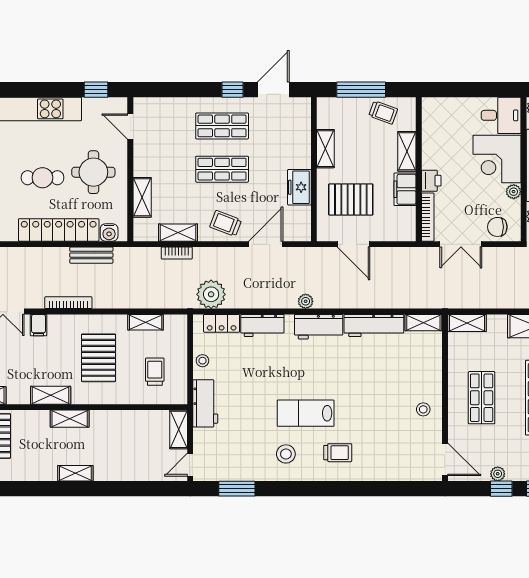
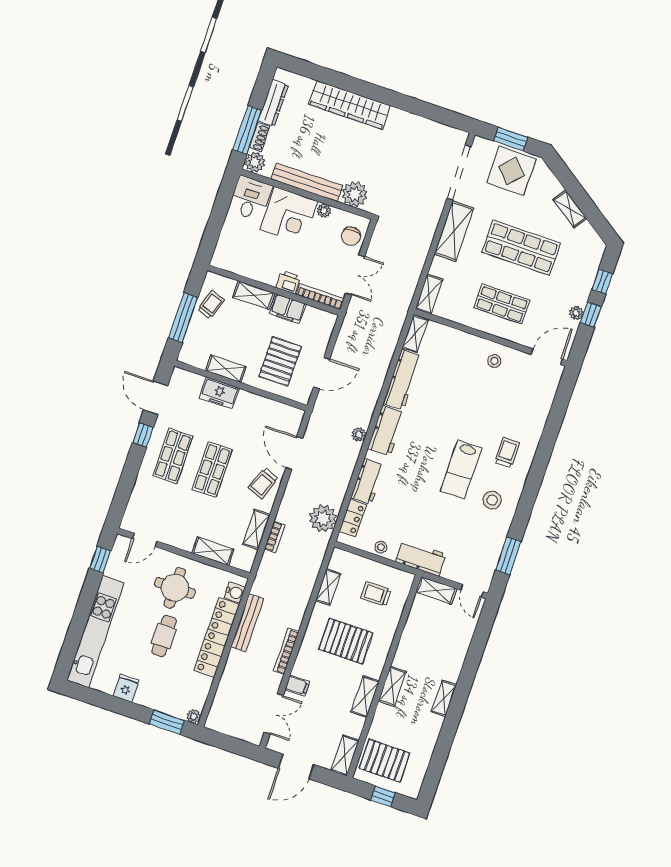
freezer: (299, 187) -> (219, 393), moved
bench: (91, 255) -> (247, 623), width x1.36

